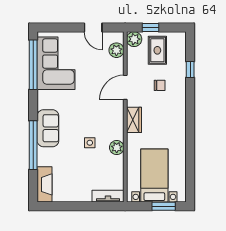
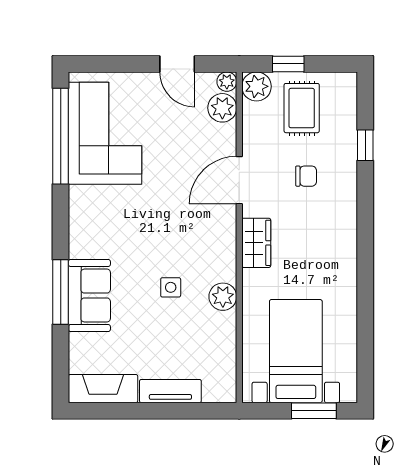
plant: (119, 37) -> (227, 82), added
sofa: (48, 128) -> (89, 296), moved
window: (33, 145) -> (61, 292), width x0.68
fireplace: (44, 184) -> (103, 389), moved, turned -90
tv unit: (108, 196) -> (170, 391), moved

